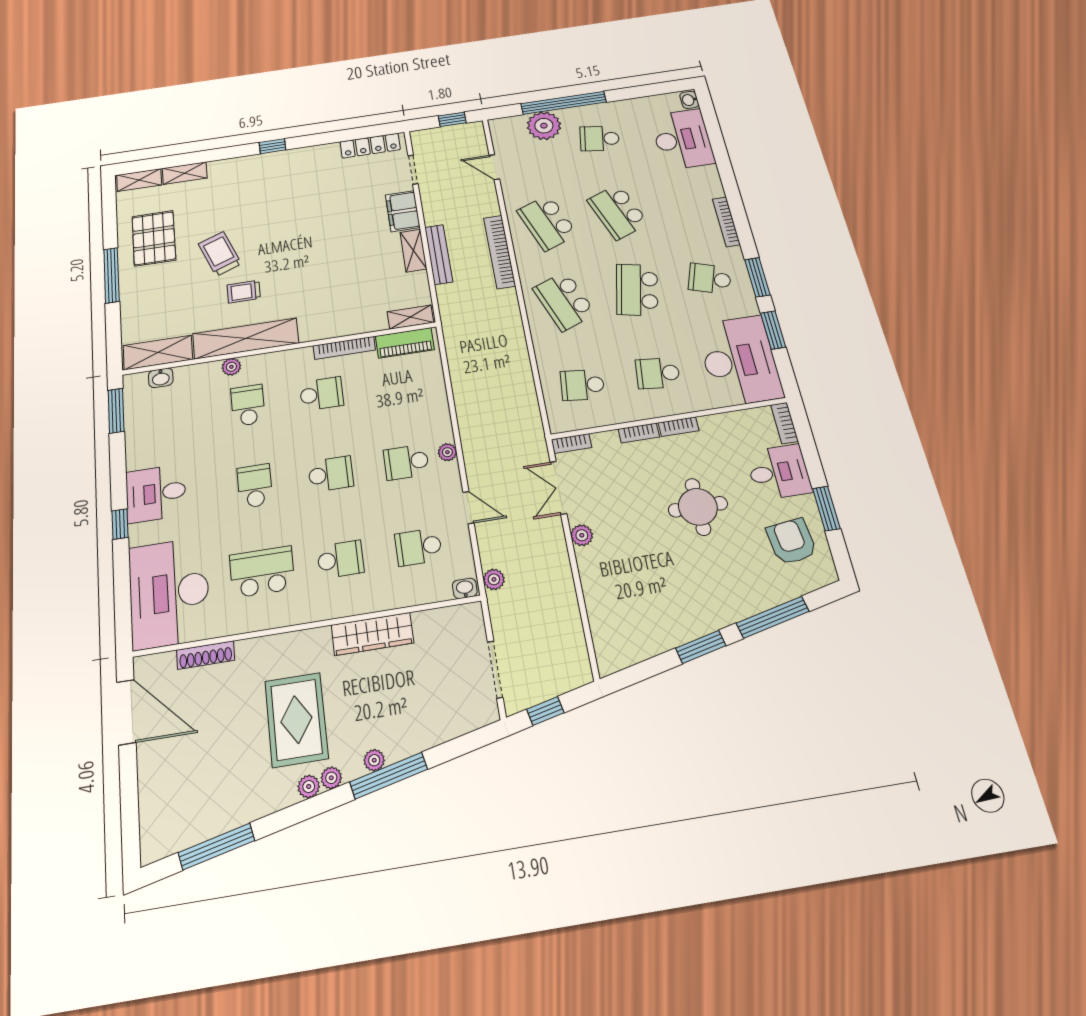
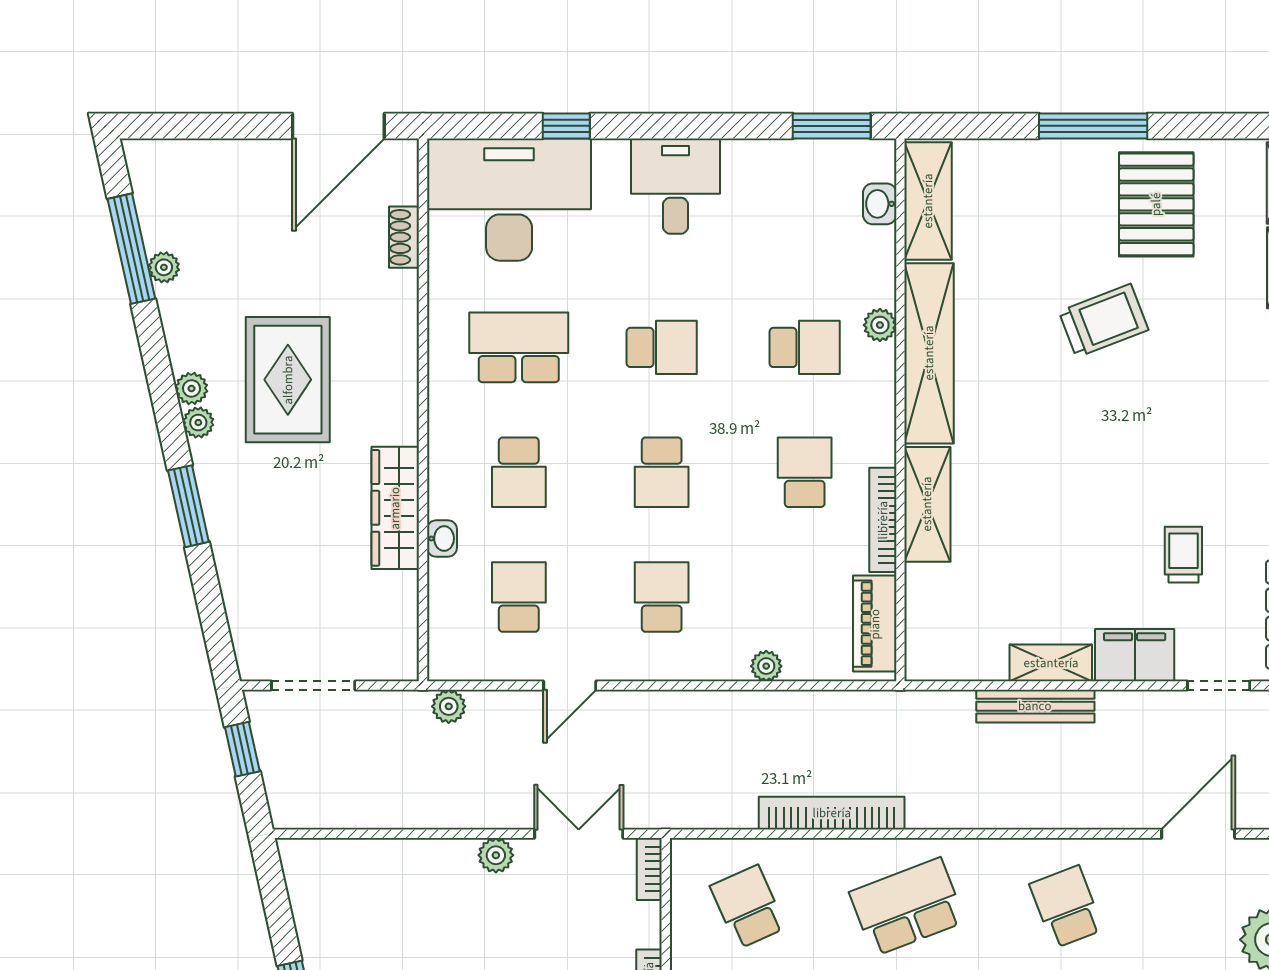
door: (494, 167) -> (1198, 834), width x1.38
school desk: (547, 222) -> (1066, 907), width x0.54
pallet: (154, 238) -> (1156, 204), turned 90
bookcase: (499, 252) -> (832, 813), moved
trolley: (244, 292) -> (1183, 555), moved
shelving: (410, 317) -> (927, 504), moved, width x1.50, depth x1.33
school desk: (582, 385) -> (748, 907), turned -30
school desk: (321, 394) -> (805, 472), turned 180
plant: (447, 452) -> (766, 666), moved
window: (120, 524) -> (566, 126), moved
school desk: (262, 572) -> (519, 347), turned -90
washbasin: (465, 588) -> (442, 539), moved
shoe rack: (206, 655) -> (404, 237), width x0.70
rug: (296, 720) -> (288, 380), turned 90
plant: (374, 760) -> (164, 267), moved
window: (389, 776) -> (188, 506), width x0.69

